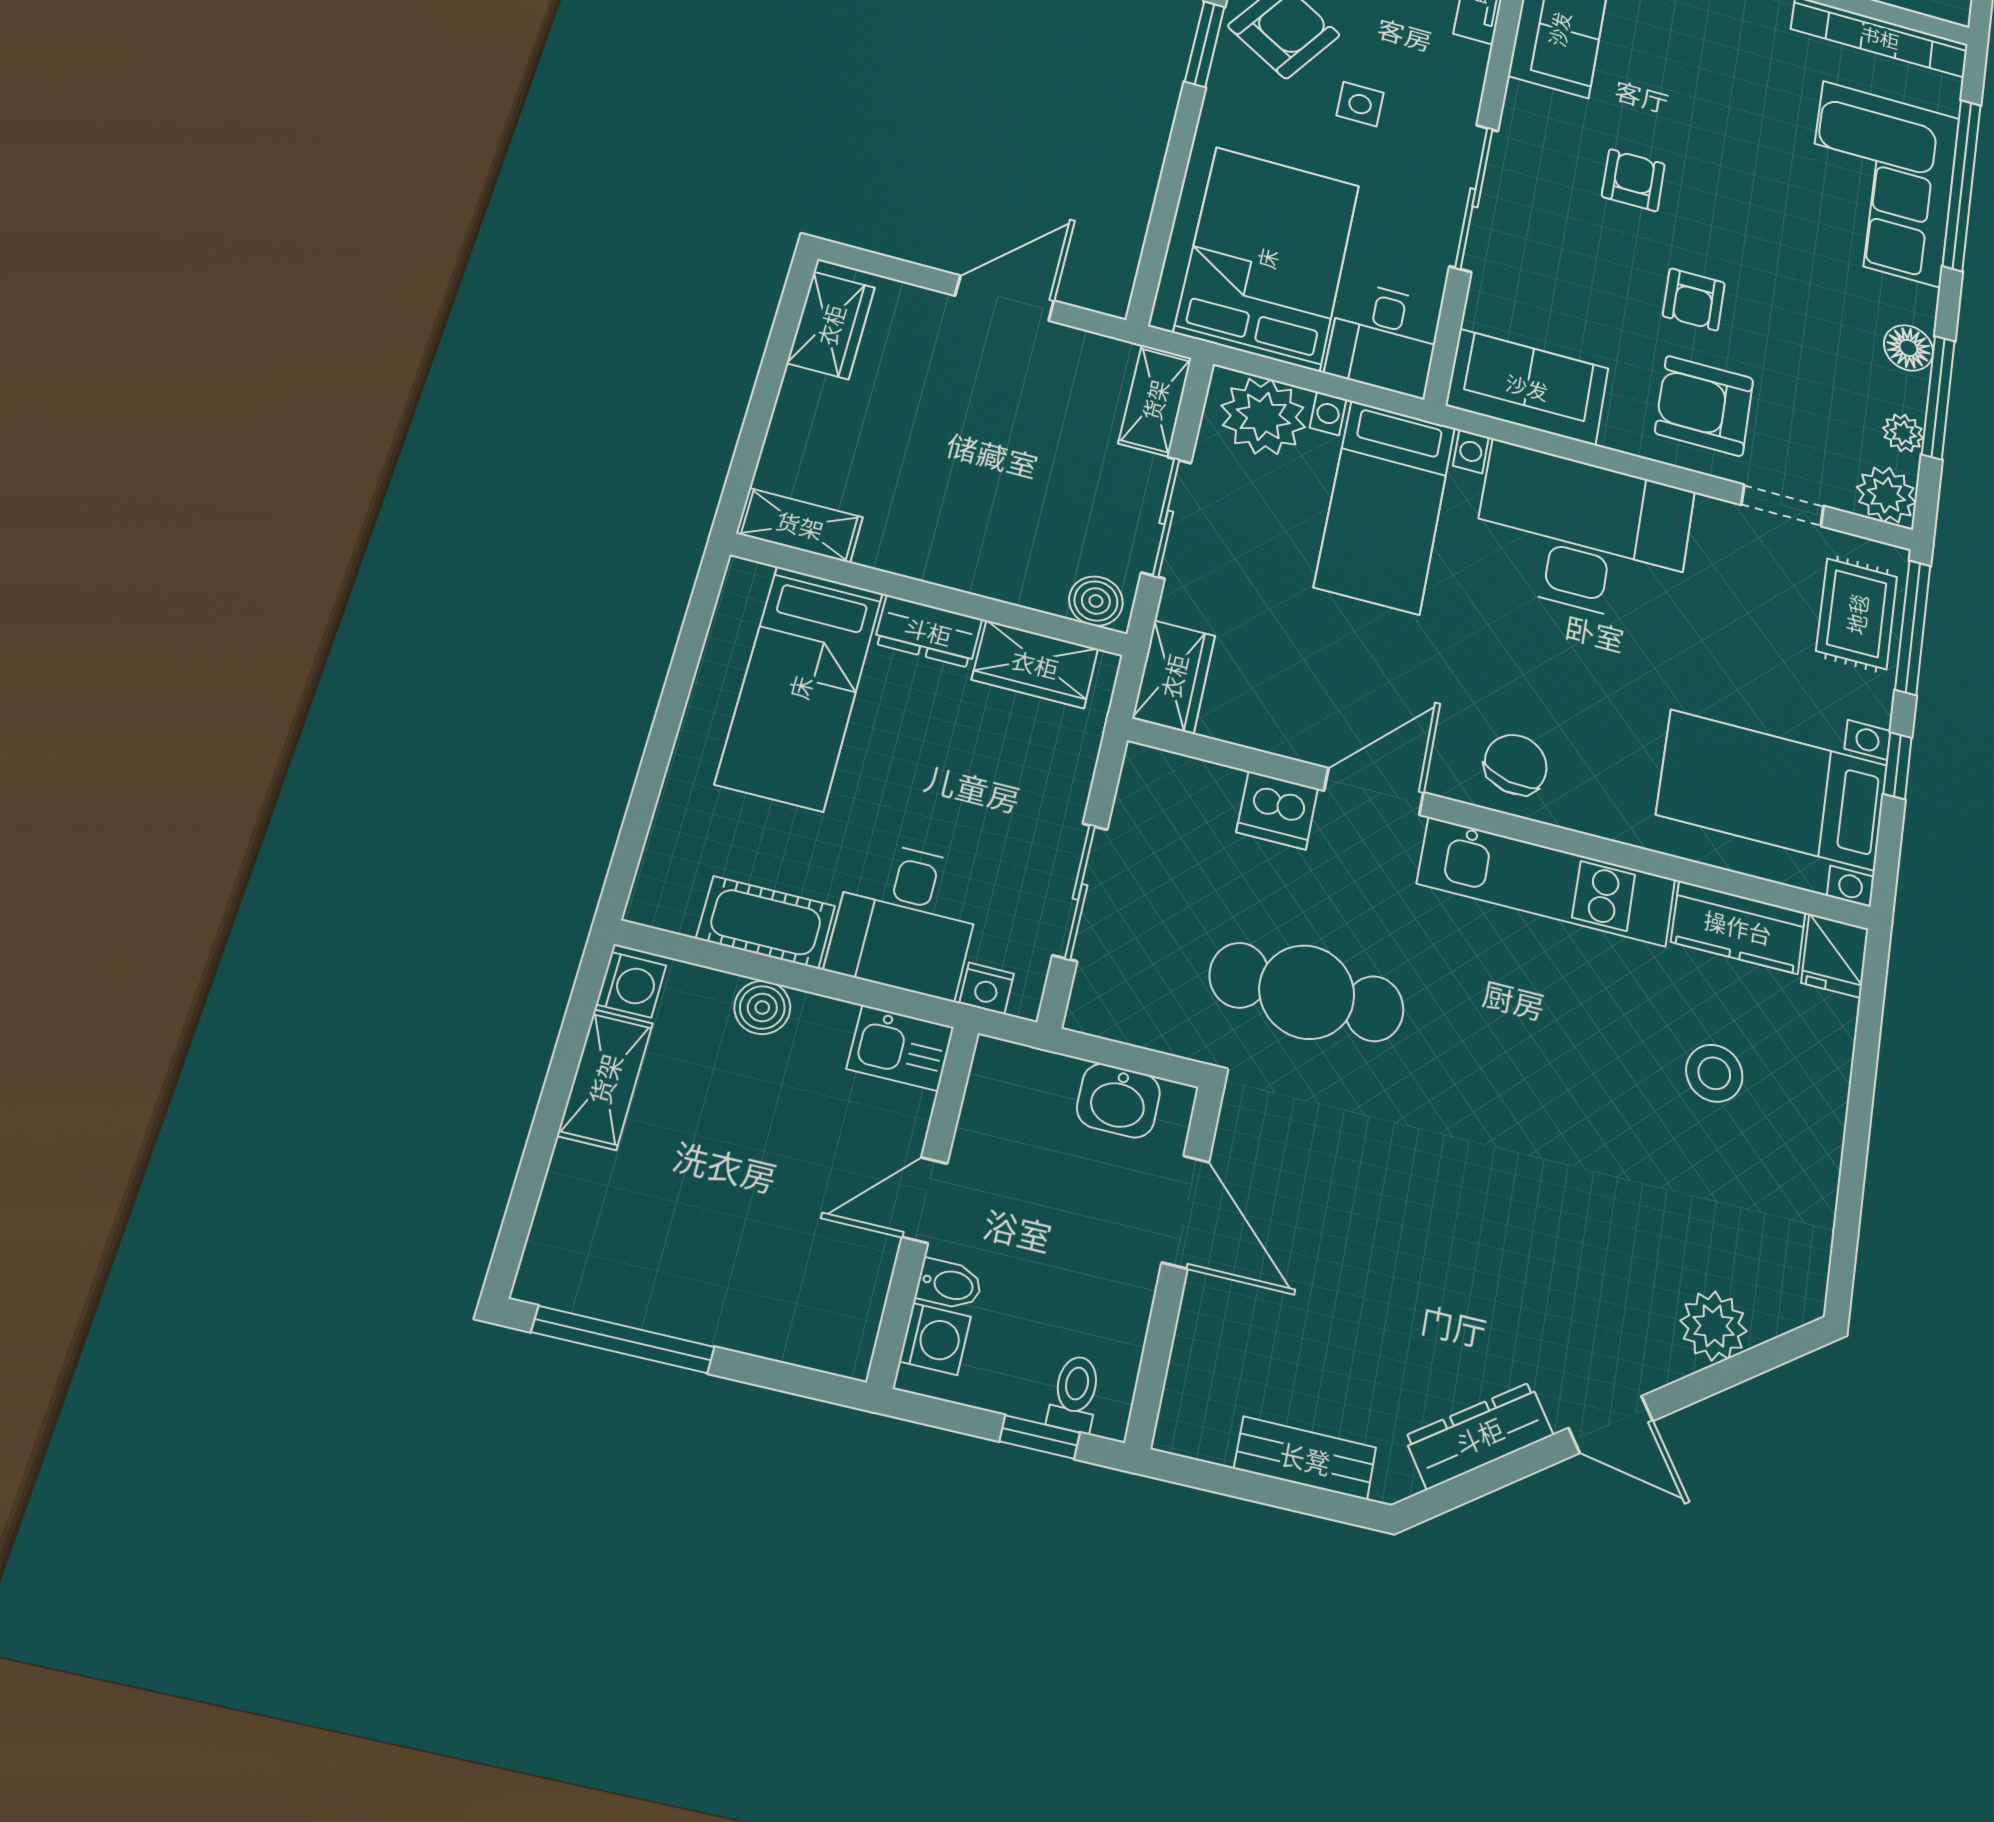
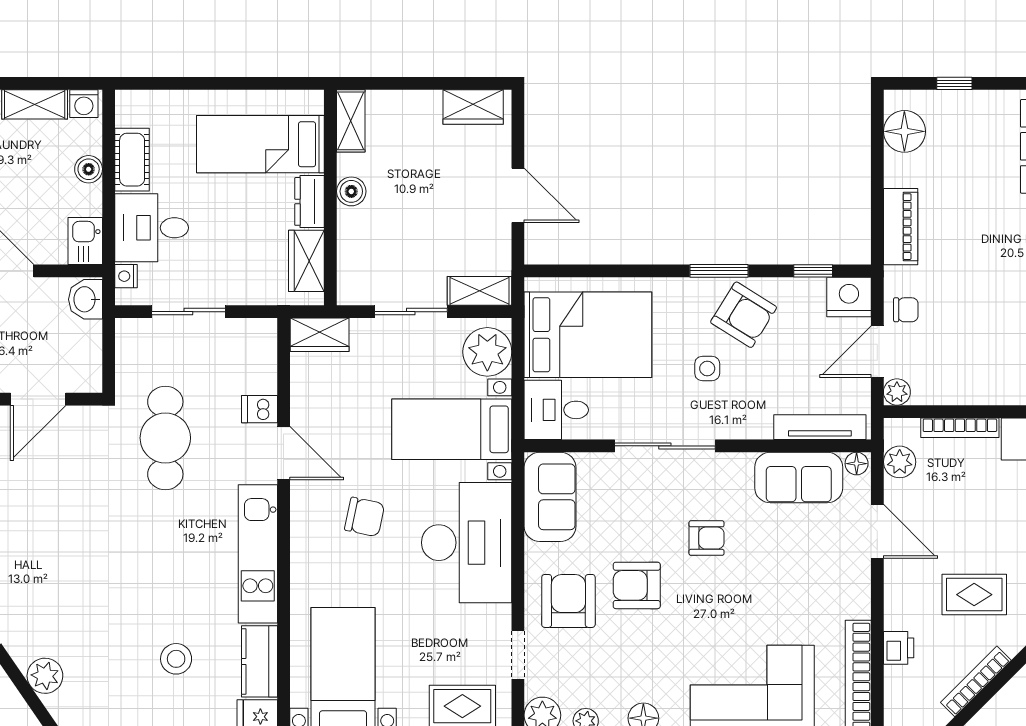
armchair: (1694, 299) -> (637, 585), width x1.38, depth x1.38
boiler: (1096, 601) -> (351, 191), moved
chair: (1516, 765) -> (365, 517), moved
dishwasher: (1277, 810) -> (259, 409), width x0.73
washbasin: (1118, 1101) -> (86, 299), moved

